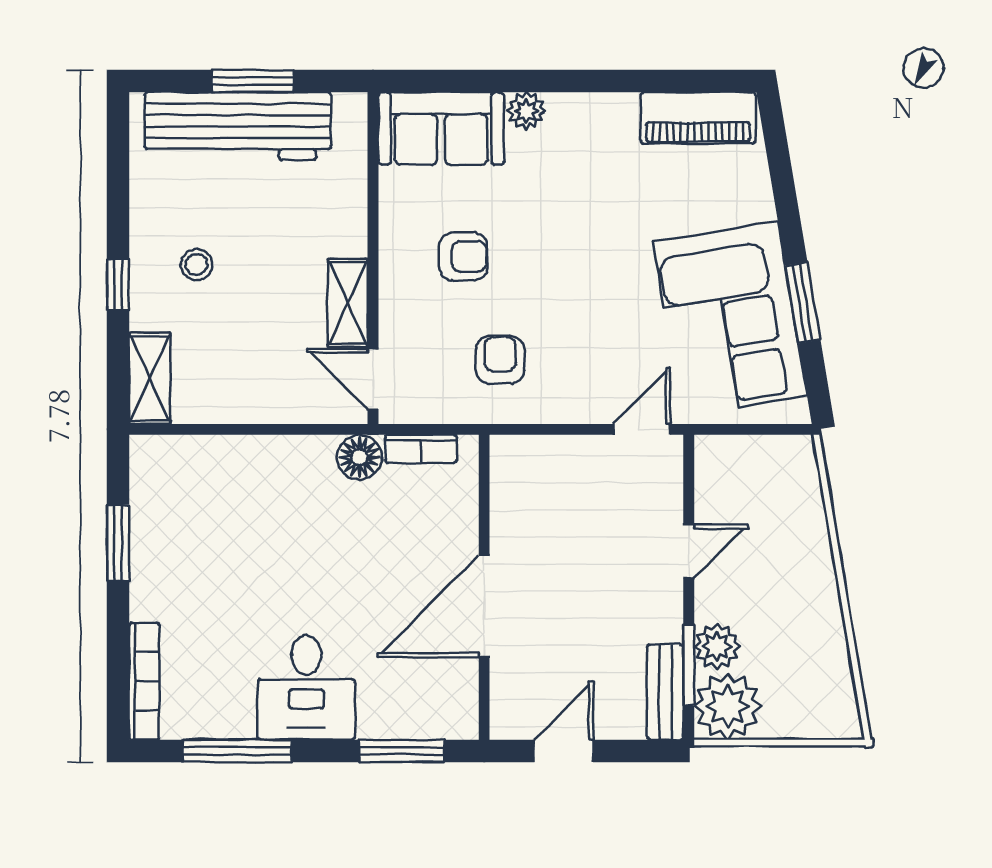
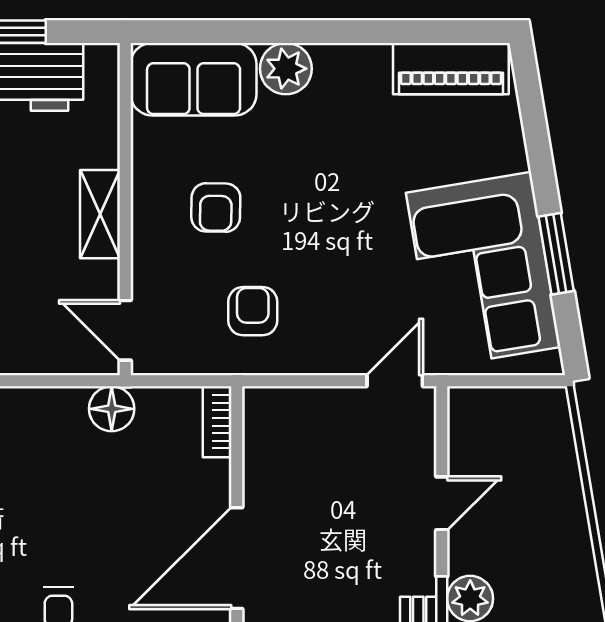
plant: (526, 111) -> (286, 69), width x1.38, depth x1.38
armchair: (463, 256) -> (216, 207), turned 91
shelving: (348, 303) -> (100, 214), moved
bookcase: (421, 449) -> (217, 422), moved, turned 90

